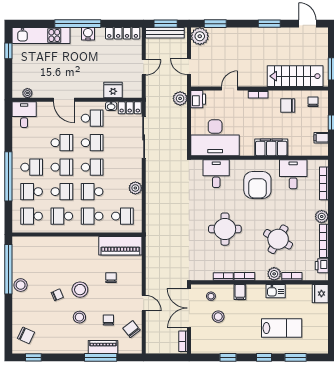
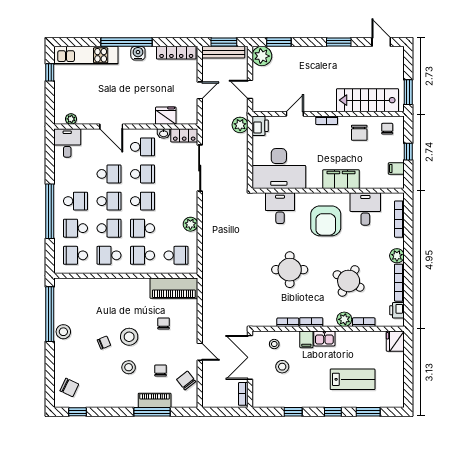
chair: (288, 105) -> (359, 133), turned -90
kitchen sink: (276, 291) -> (324, 338), moved

